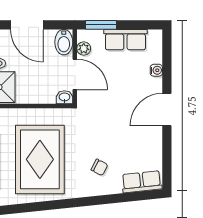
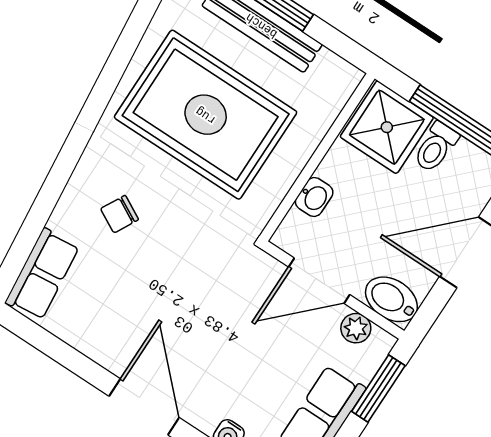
washbasin: (64, 97) -> (314, 197), moved

